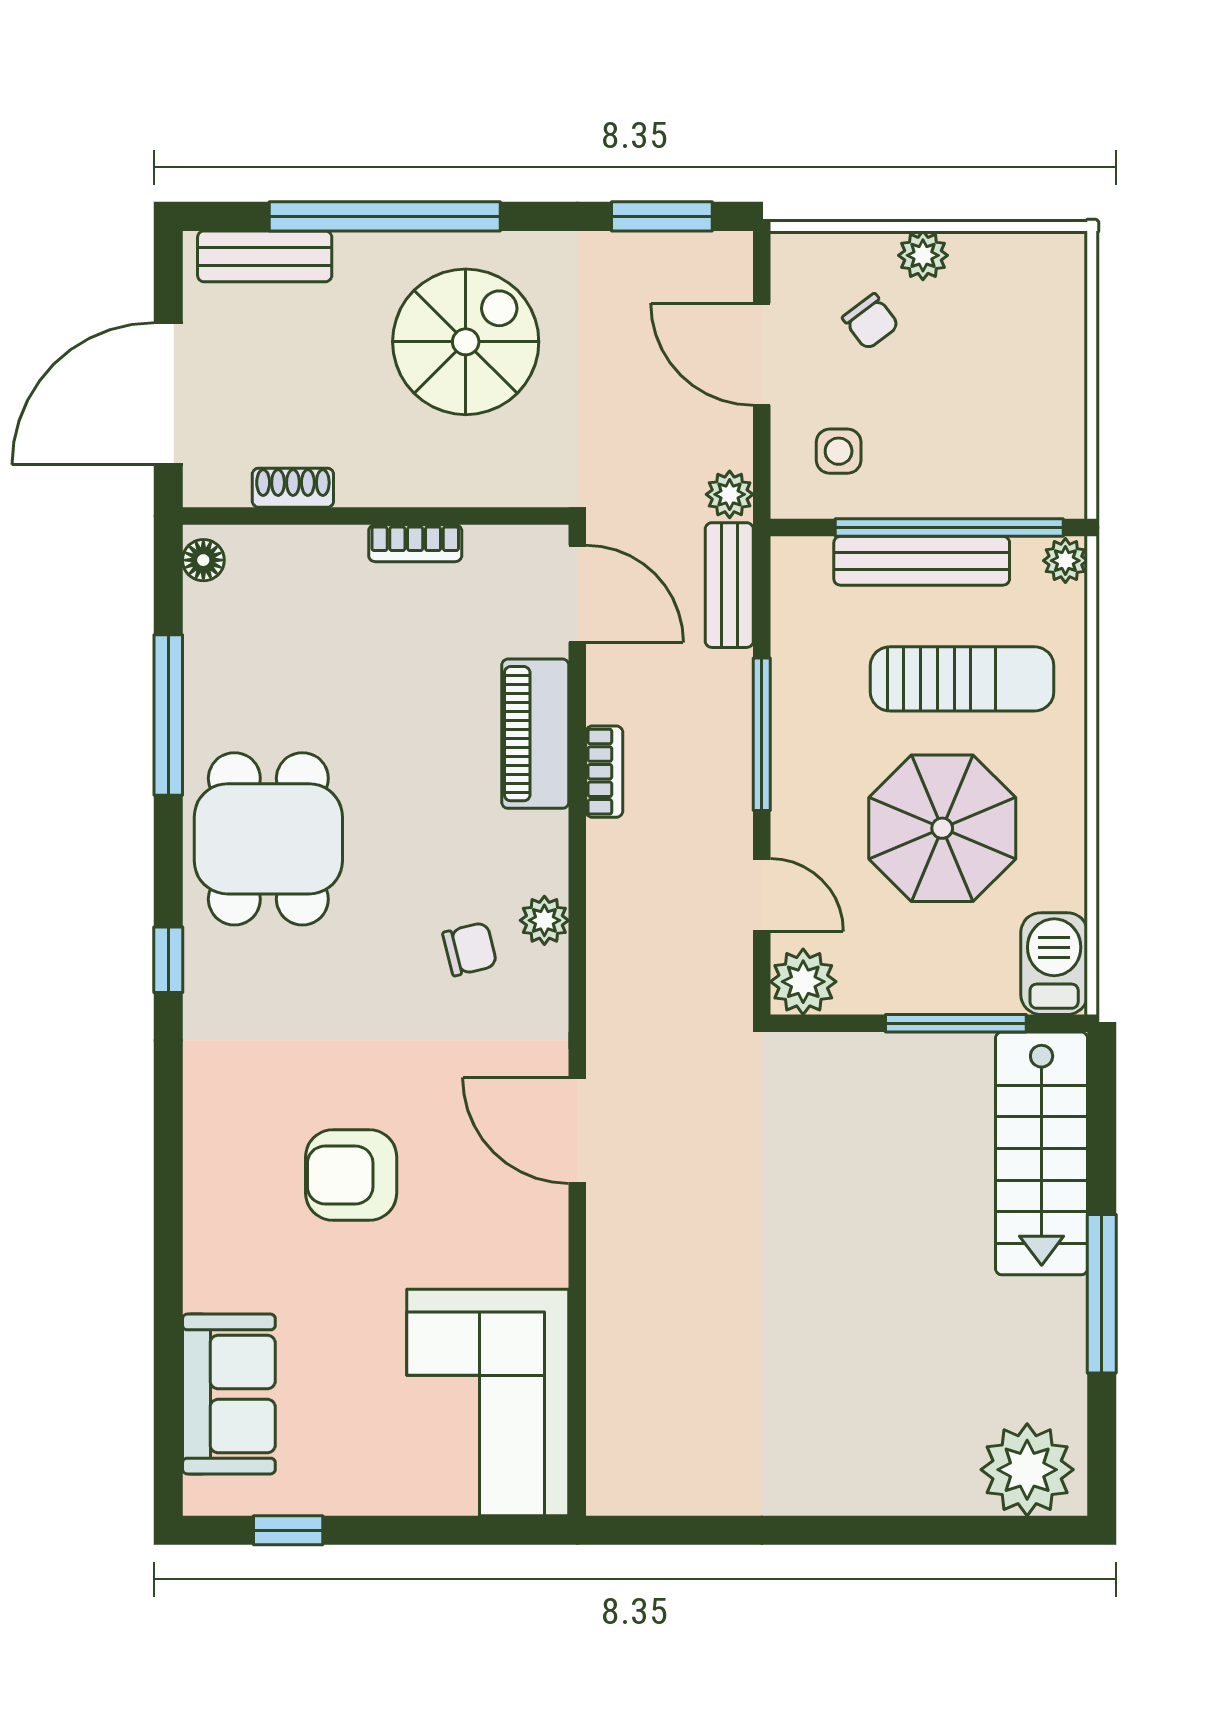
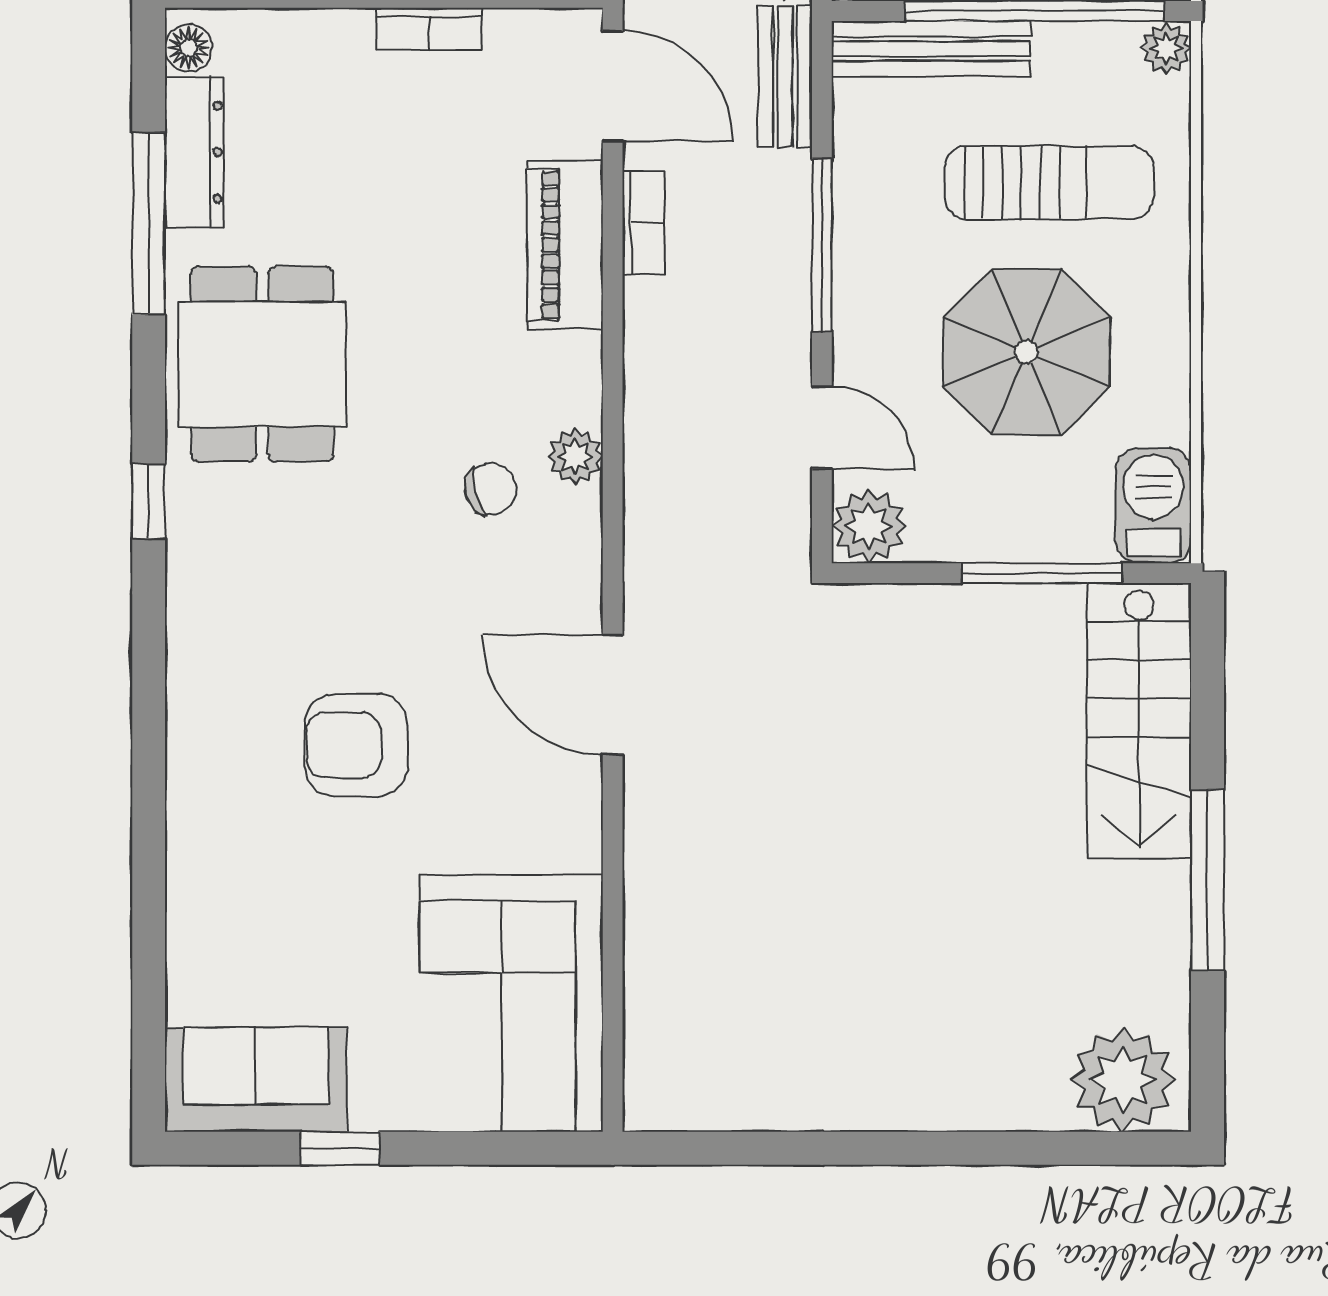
bench: (922, 561) -> (931, 49), moved
dresser: (209, 652) -> (195, 152), added
bookcase: (604, 772) -> (643, 223), moved
sofa: (229, 1394) -> (256, 1080), moved, turned -90
window: (288, 1530) -> (340, 1148), moved

